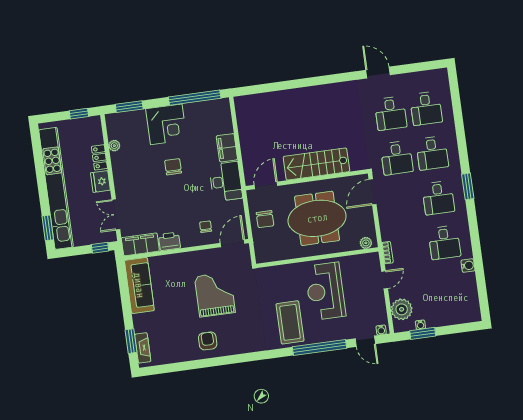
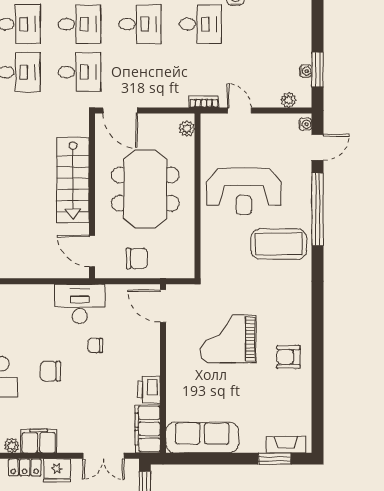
filing cabinet: (227, 148) -> (39, 441), moved, turned 180
chair: (206, 227) -> (95, 345), moved
plant: (402, 309) -> (288, 100), width x0.53, depth x0.53

